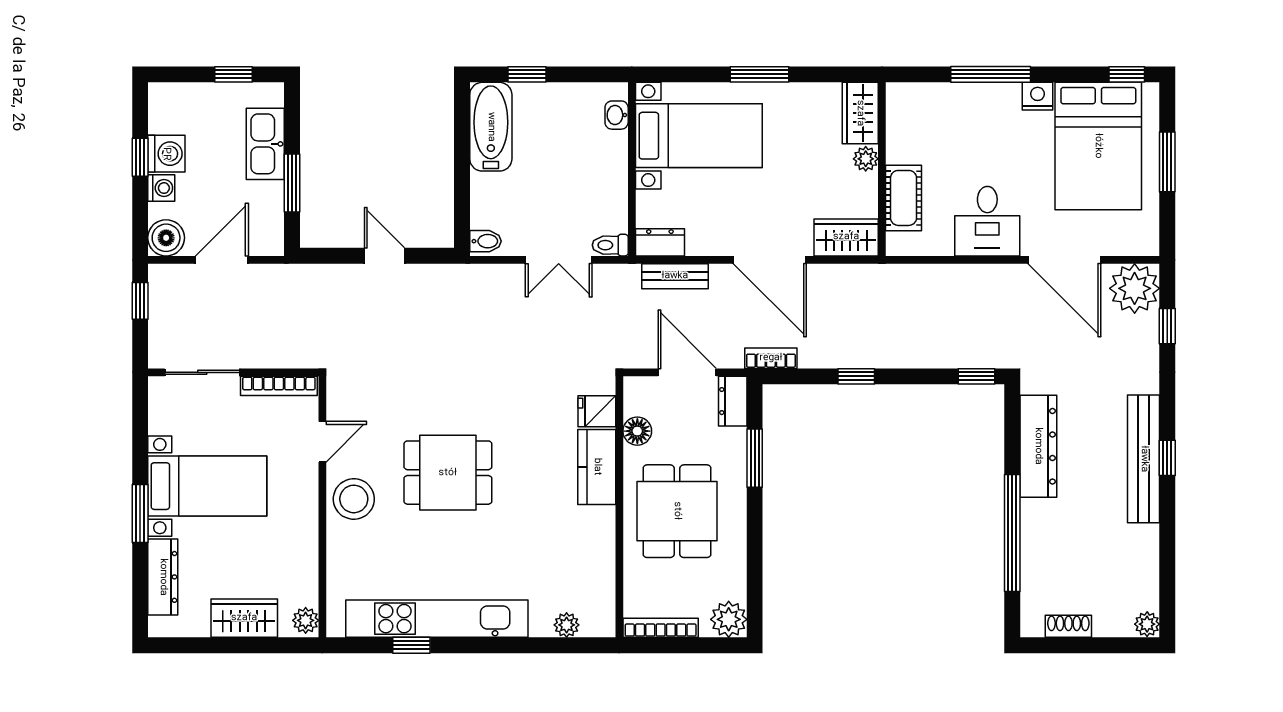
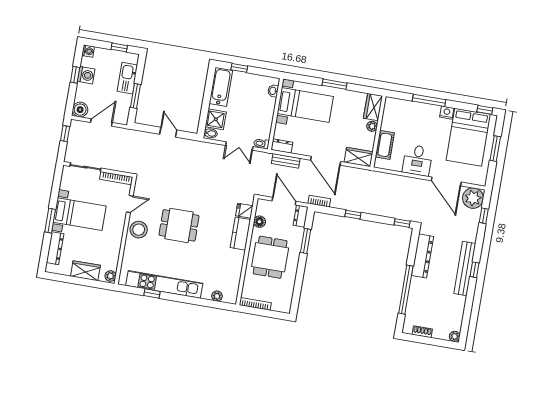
washing machine: (161, 188) -> (88, 51), moved
shower: (492, 206) -> (216, 119), added
plant: (729, 619) -> (284, 305), removed

